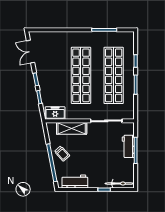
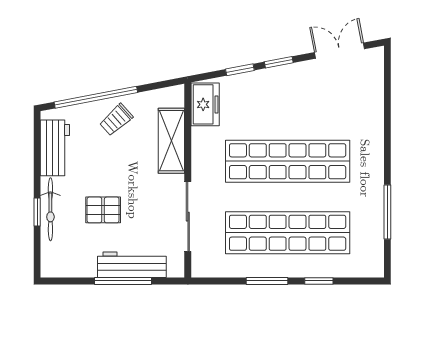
workbench: (128, 146) -> (132, 265), width x1.38
pallet: (103, 160) -> (103, 210), added
bicycle: (119, 184) -> (50, 209), moved

